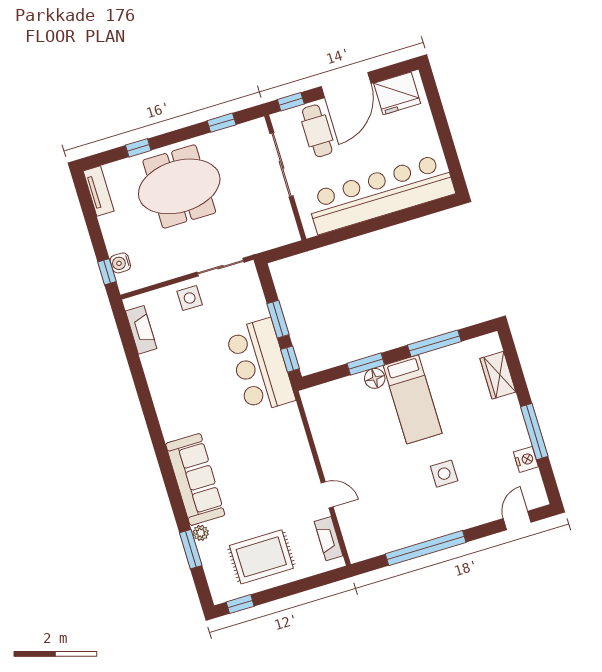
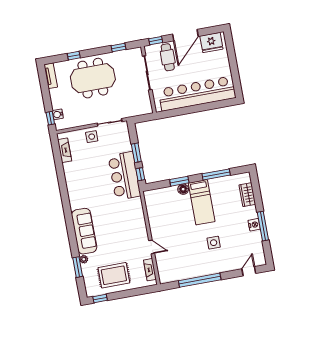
nightstand: (526, 459) -> (254, 225), moved

